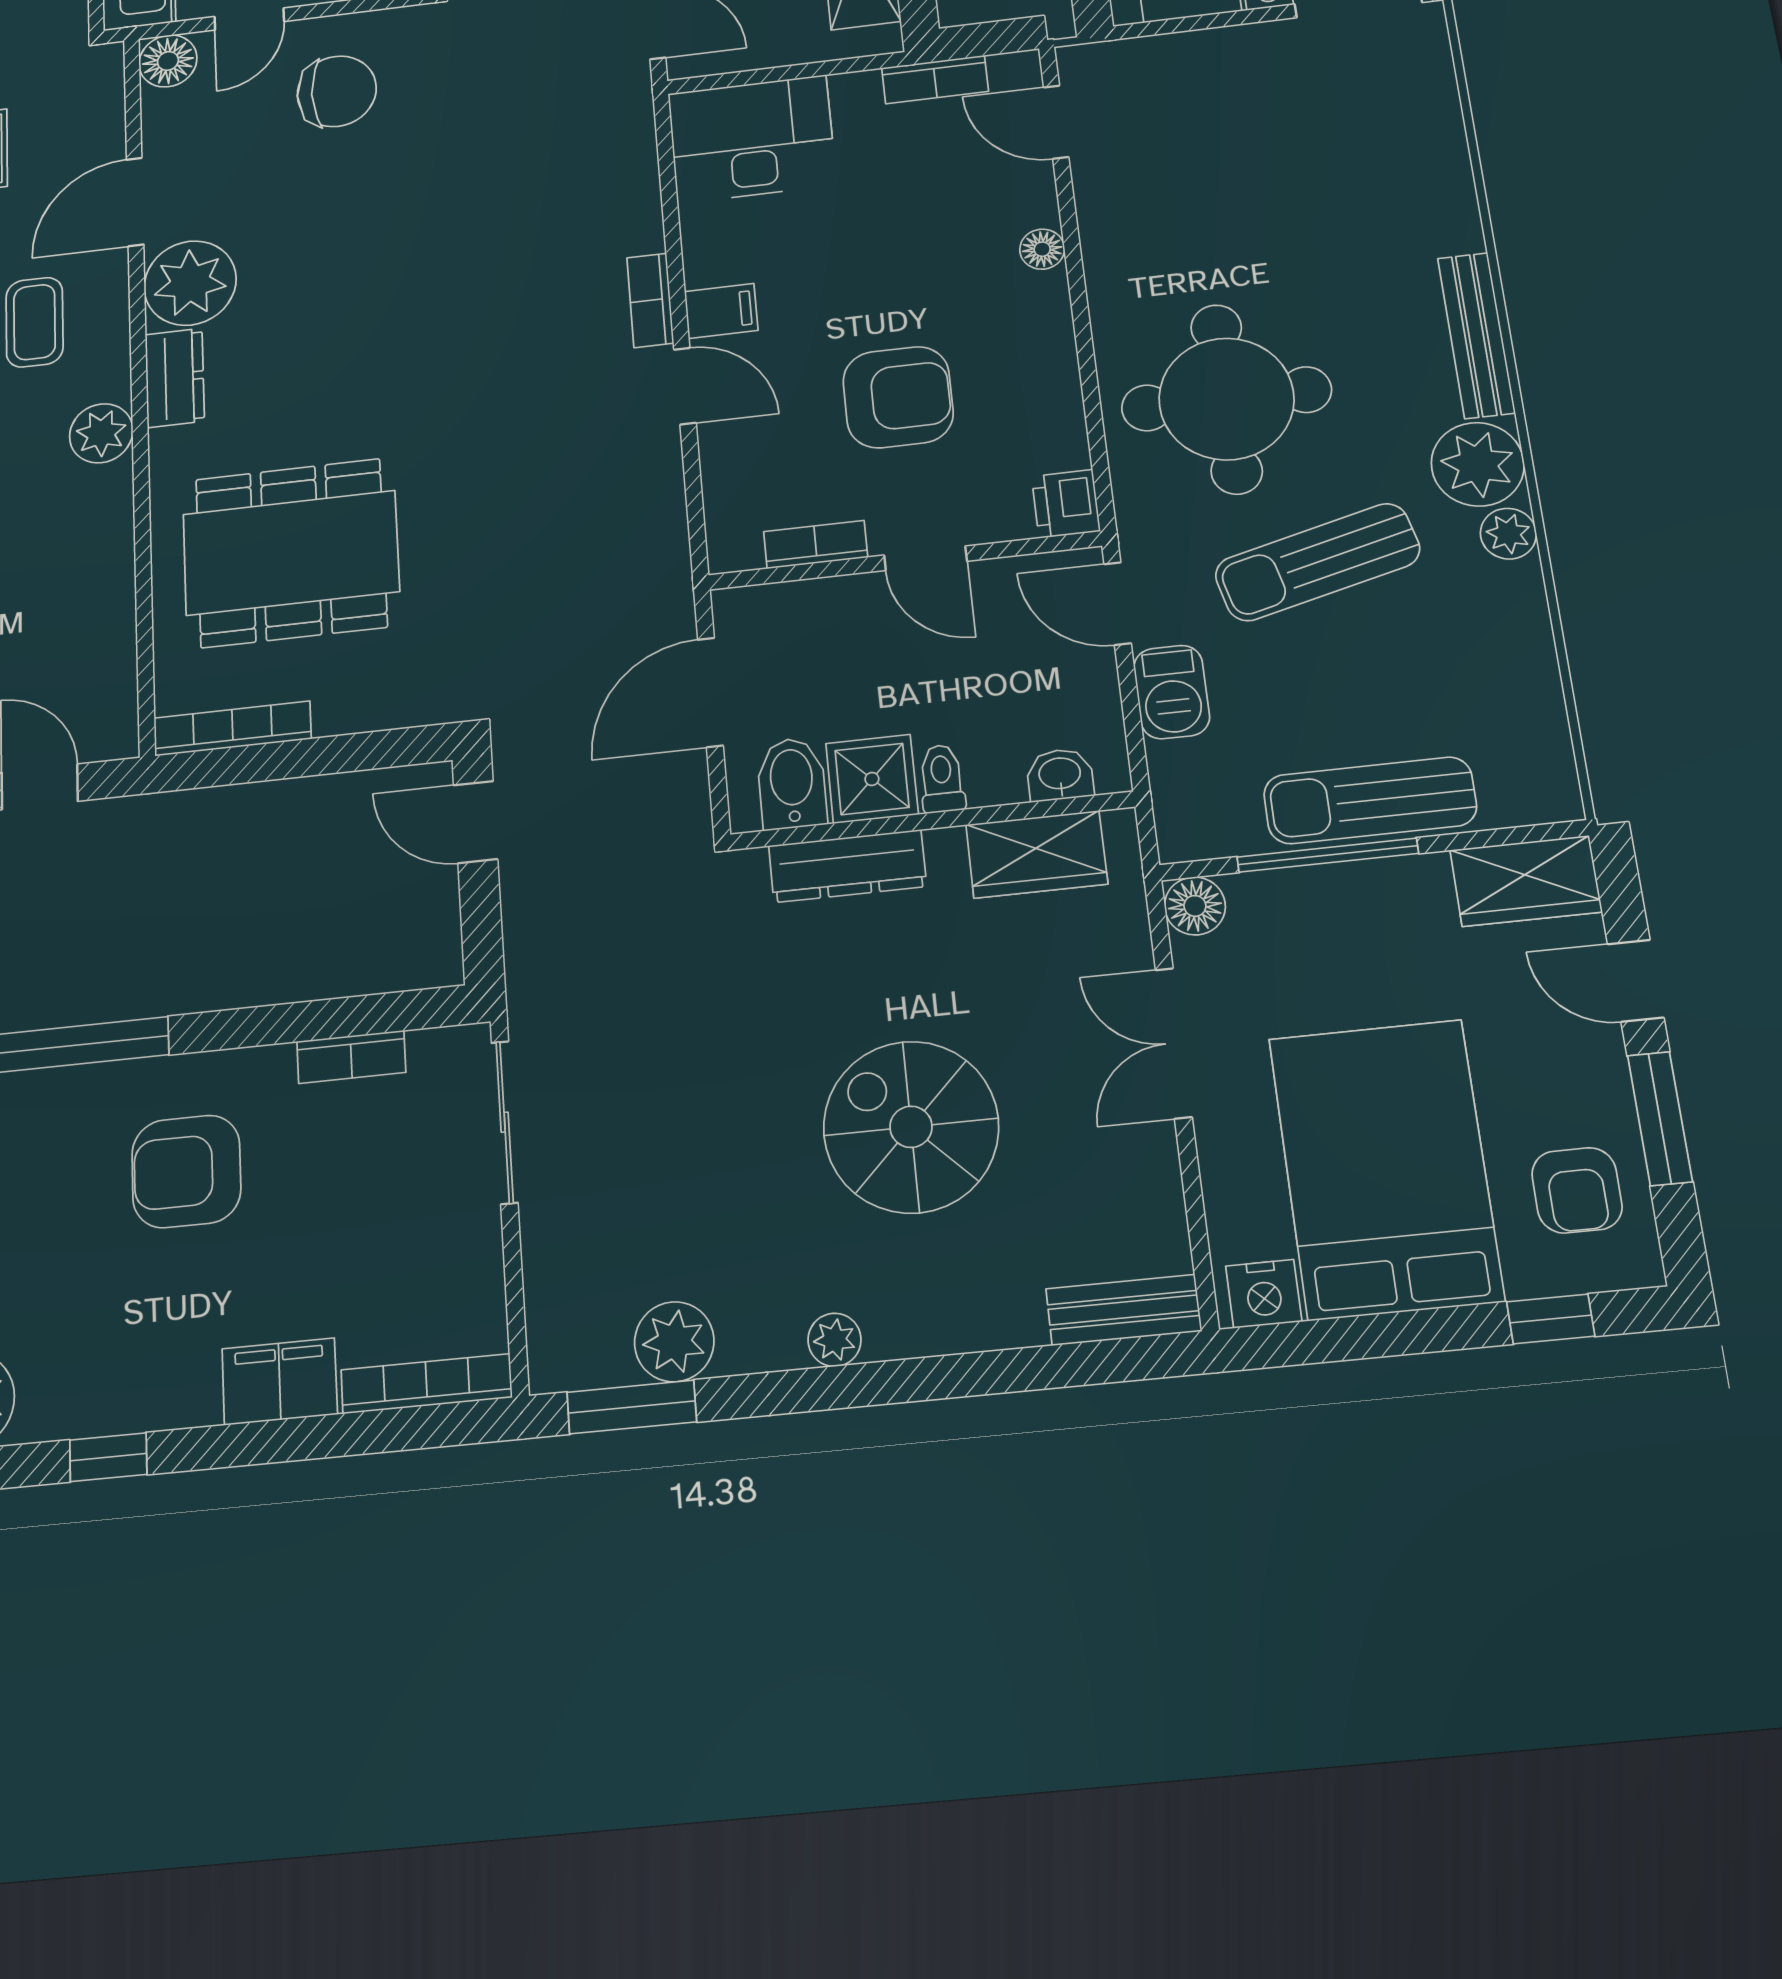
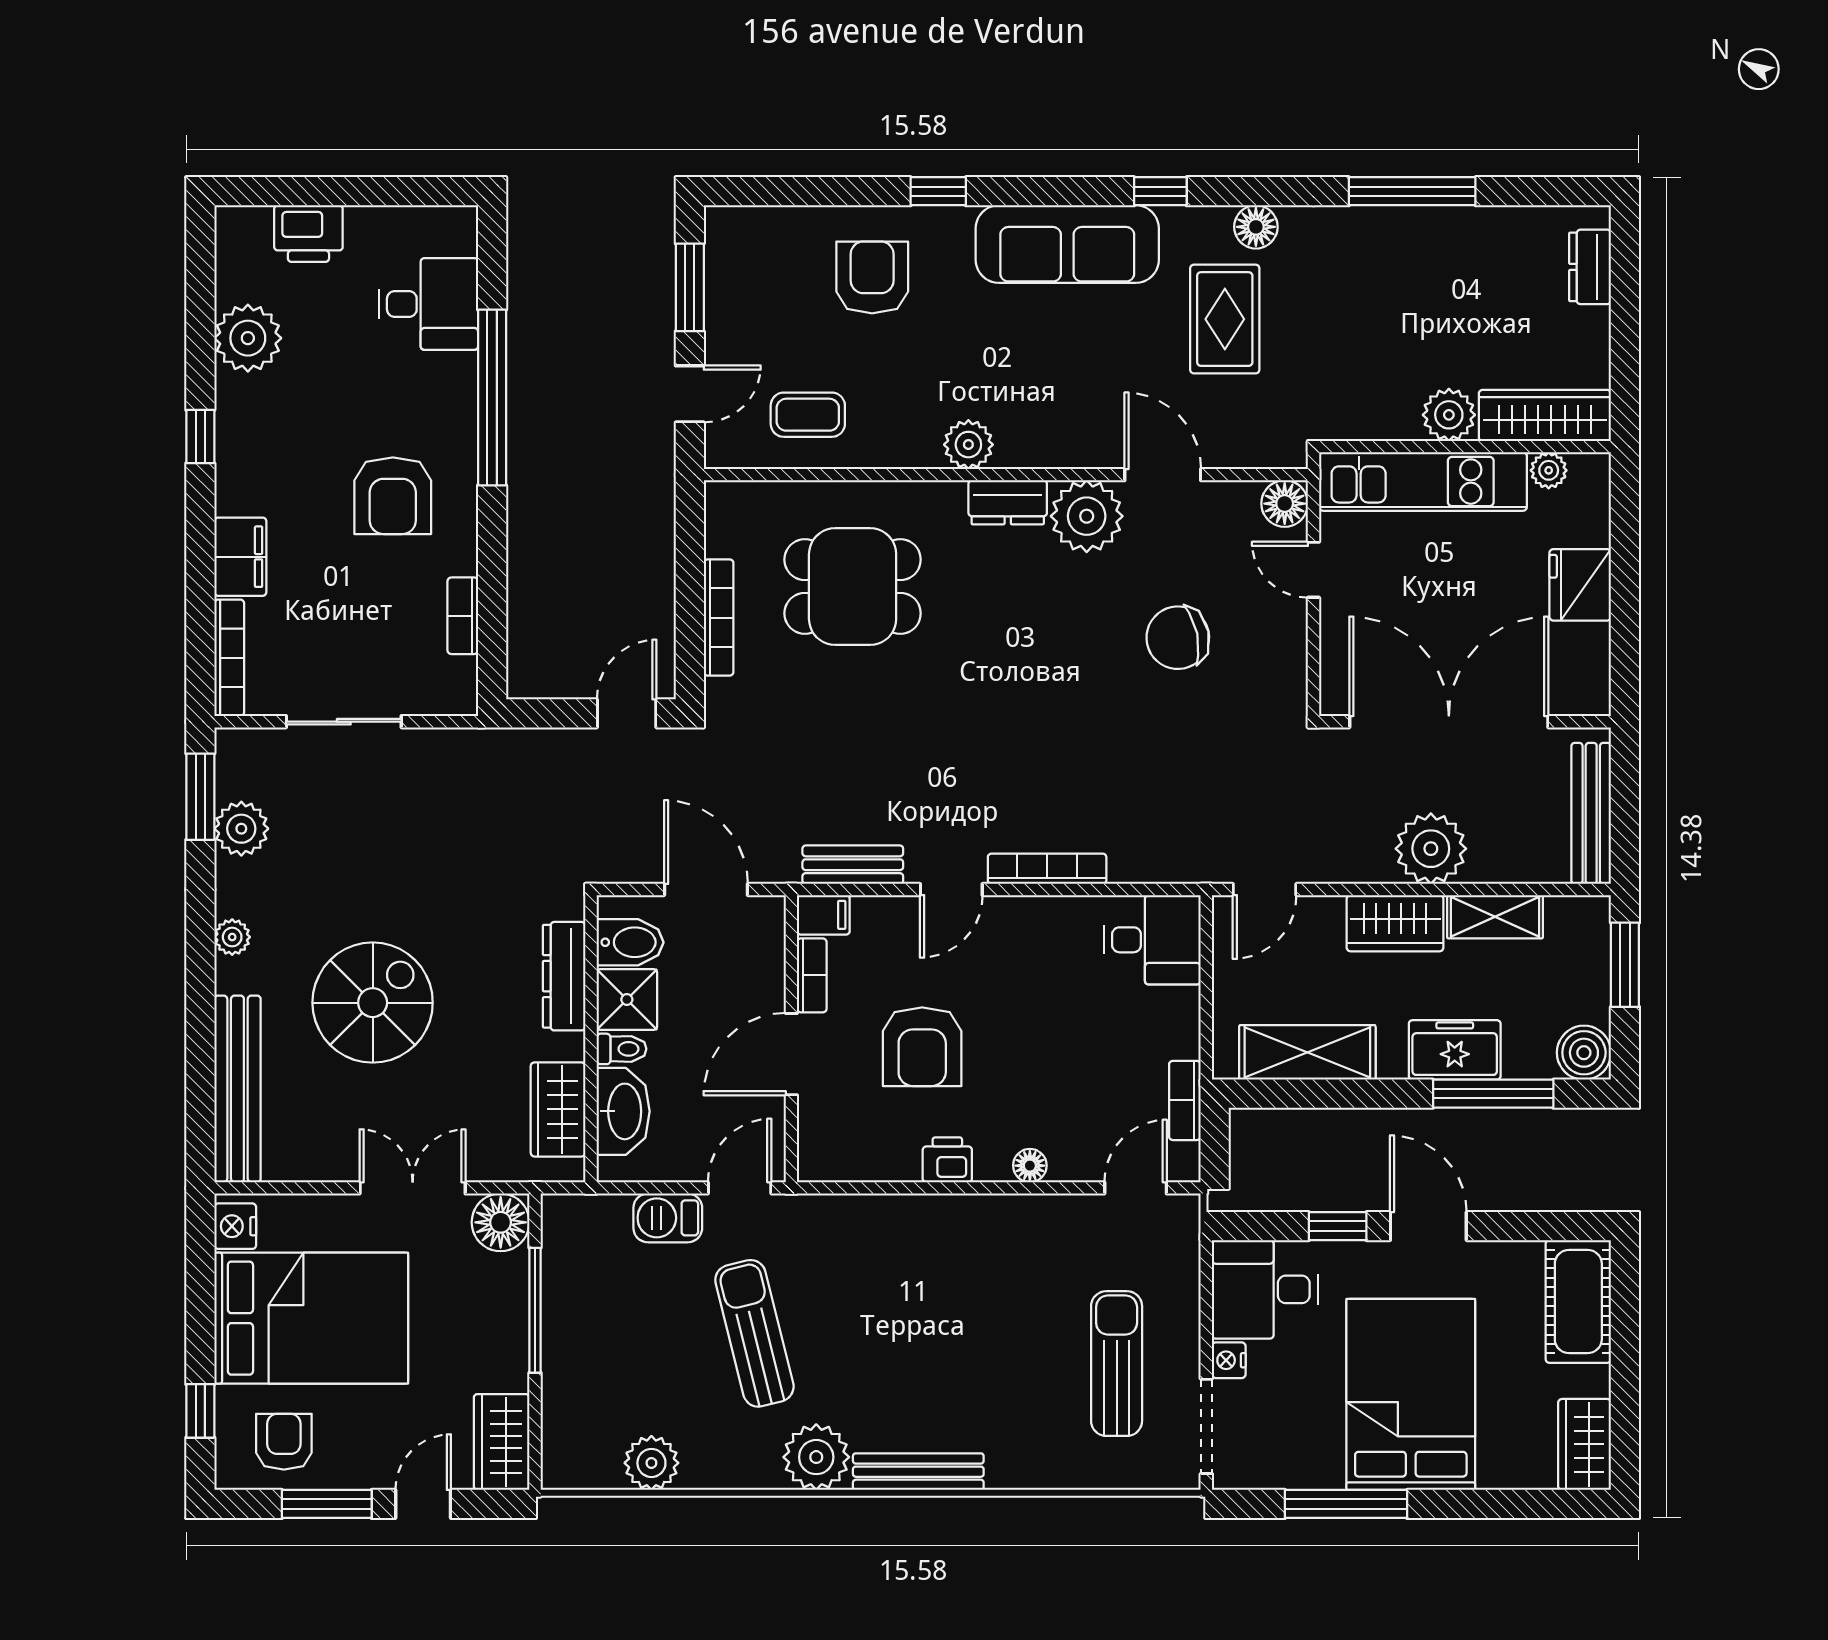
chair: (337, 91) -> (1178, 638), moved, turned 78
desk: (752, 139) -> (1153, 940), width x0.73
bookcase: (650, 300) -> (1047, 869), width x1.56
filing cabinet: (721, 311) -> (823, 915), moved, turned -90
coffee table: (35, 322) -> (808, 415), moved
round table: (1226, 399) -> (890, 1285), removed
printer: (1066, 504) -> (947, 1160), moved
bench: (662, 510) -> (853, 865), added
plant: (1508, 534) -> (651, 1463), moved, width x1.38, depth x1.38
dining table: (291, 553) -> (853, 587), width x0.73
door: (925, 558) -> (791, 1054), width x1.38
bookcase: (232, 728) -> (719, 618), moved
washbasin: (1060, 775) -> (623, 1111), width x1.91, depth x1.45
sun lounger: (1370, 800) -> (1117, 1364), moved
floor lamp: (1195, 906) -> (501, 1222), width x1.38, depth x1.38
sliding door: (505, 1122) -> (344, 722), moved
armchair: (186, 1171) -> (393, 496), turned 180
armchair: (1577, 1190) -> (284, 1442), turned 90
bench: (1124, 1310) -> (237, 1089), width x1.86, depth x1.21

